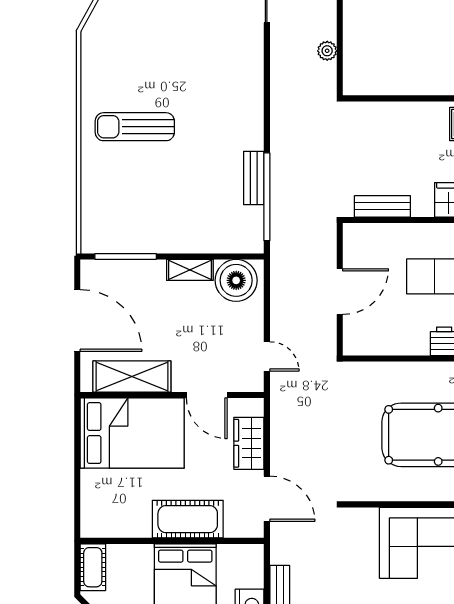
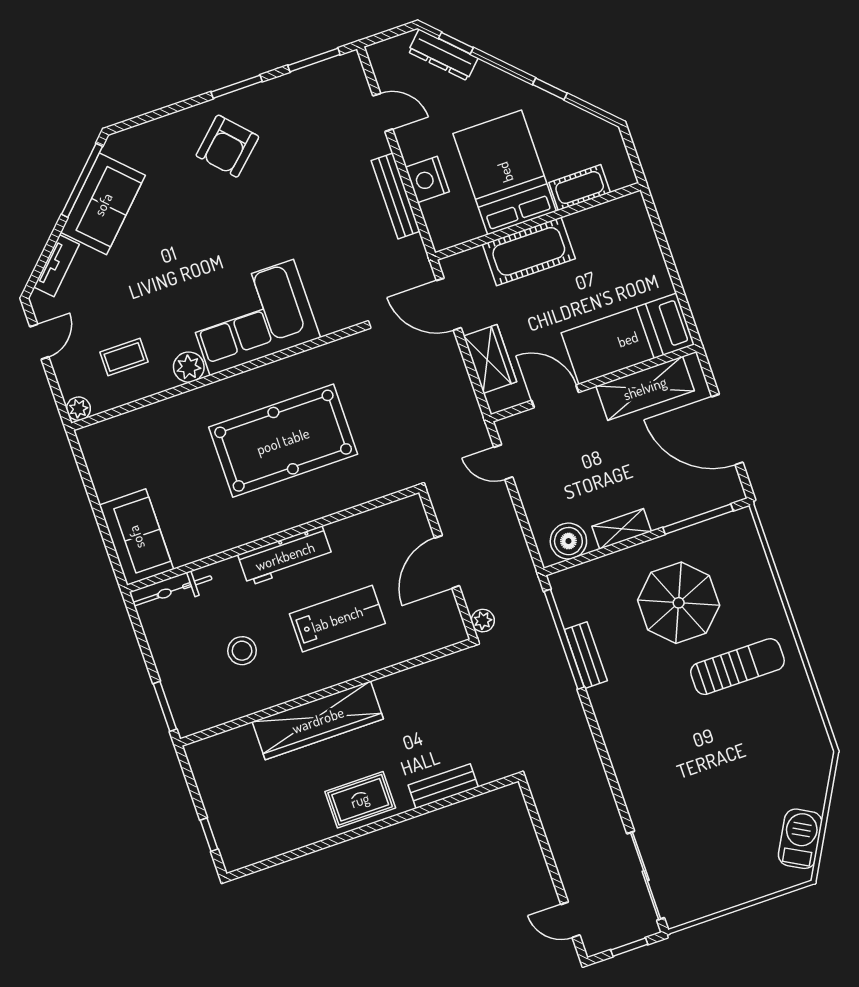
plant: (327, 51) -> (483, 621), moved
parasol: (165, 194) -> (679, 603), added
bench: (382, 206) -> (443, 786), moved
boiler: (236, 280) -> (568, 541), width x0.73, depth x0.73
bed: (132, 433) -> (628, 339), width x0.67
cot: (93, 567) -> (580, 188), moved, turned 90

